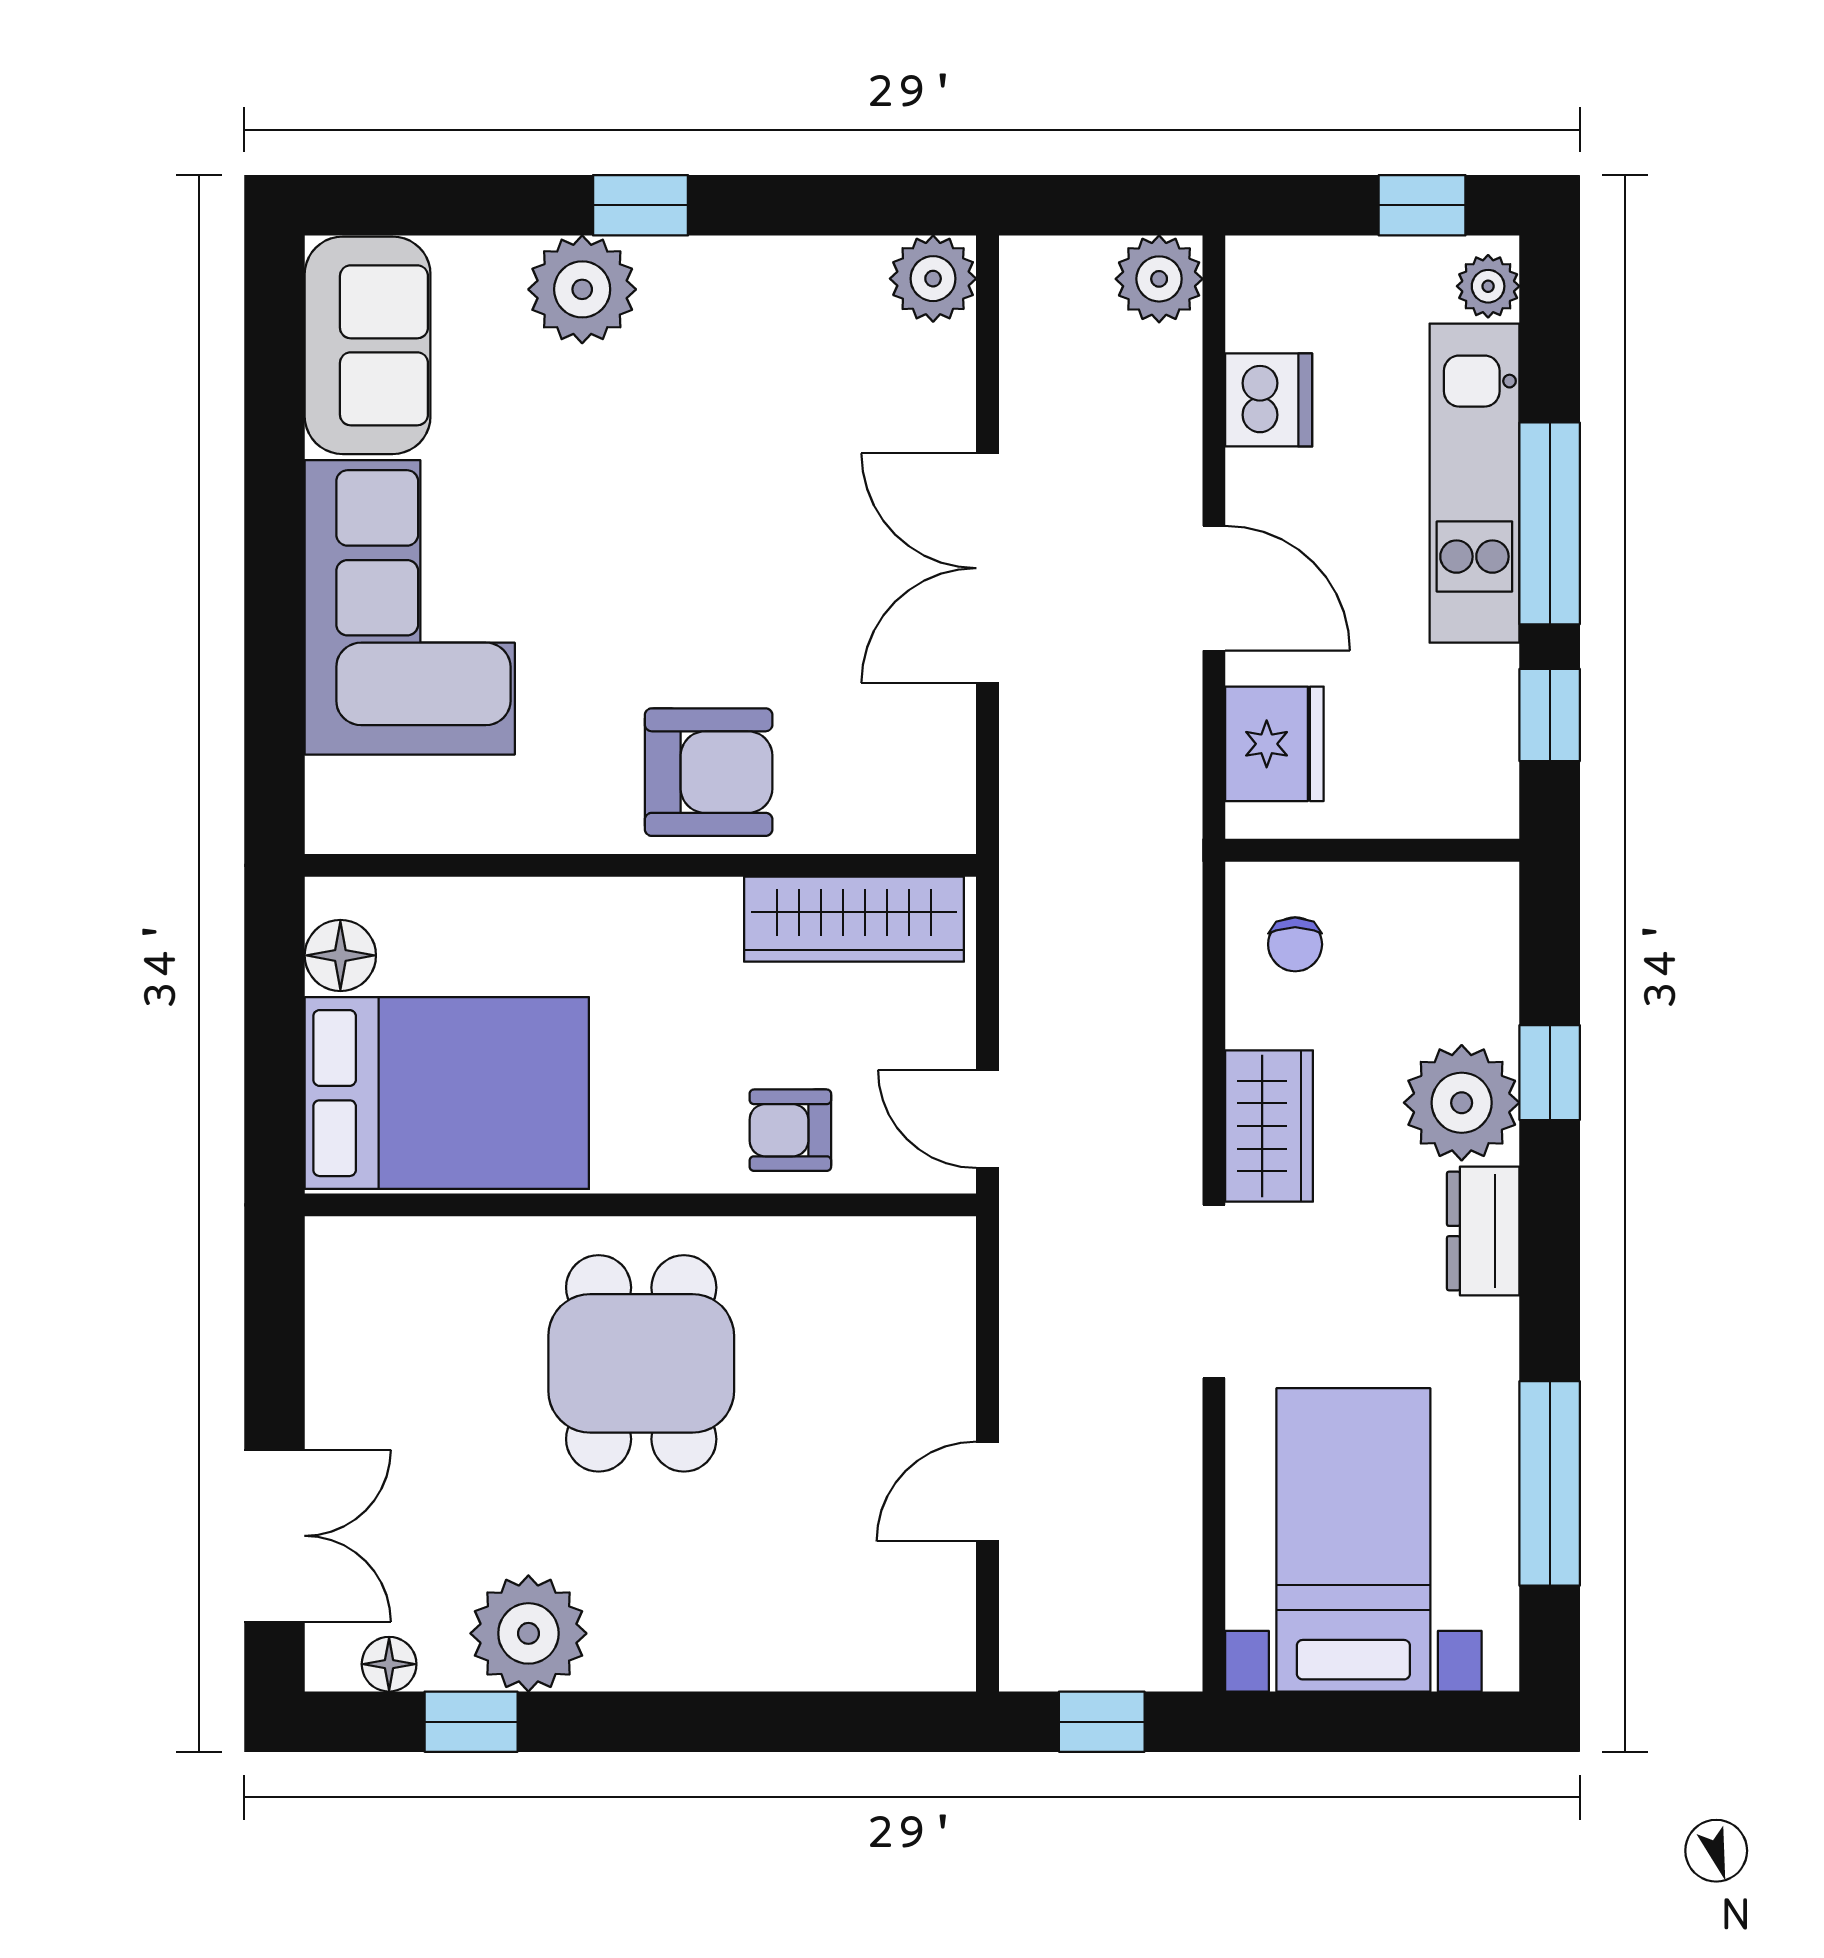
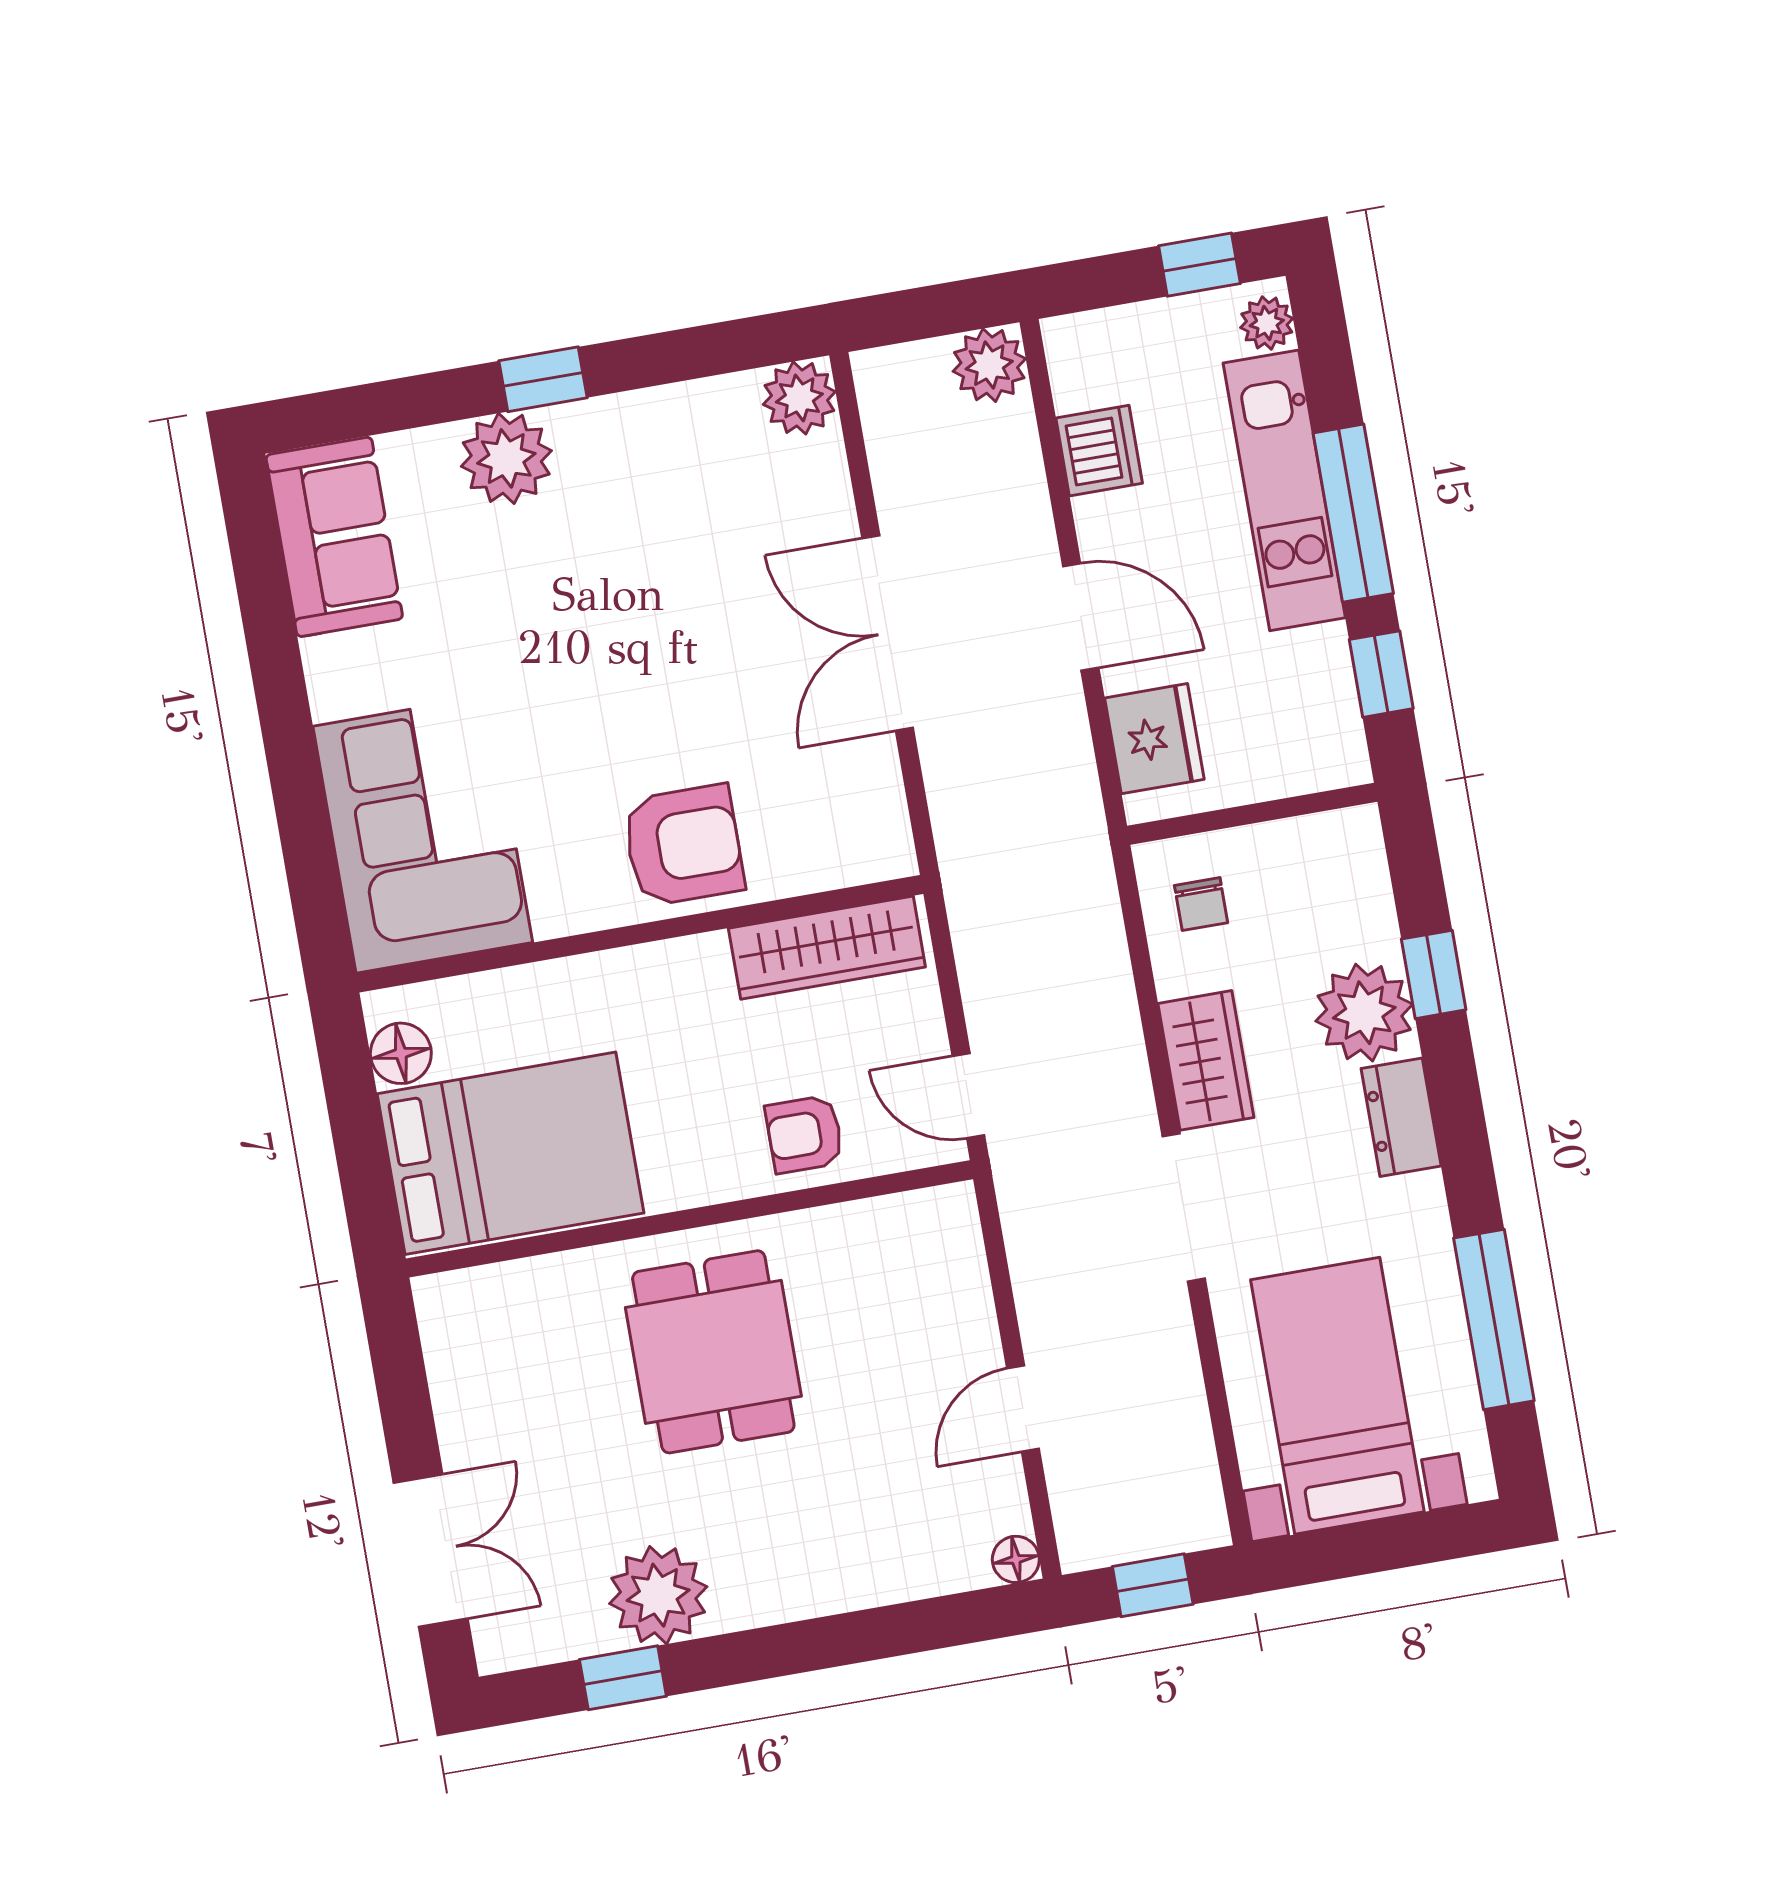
corner sofa: (410, 607) -> (423, 834), moved
floor lamp: (389, 1664) -> (1016, 1559), moved

